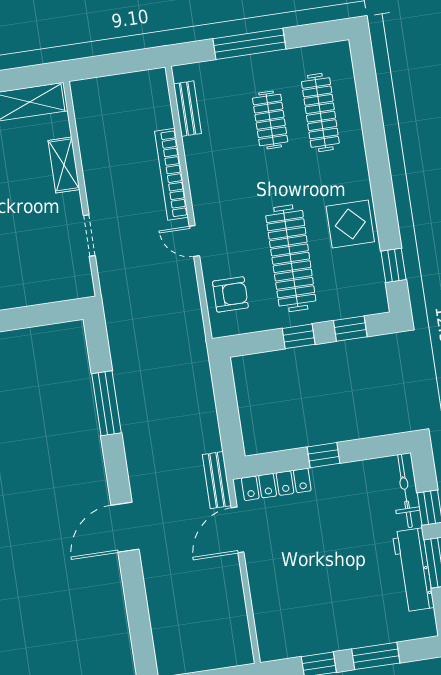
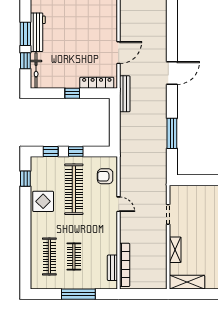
bookcase: (171, 174) -> (125, 265), moved
bench: (217, 480) -> (125, 94), width x1.36
door: (238, 530) -> (119, 53), moved

